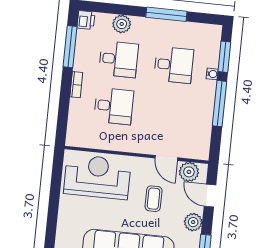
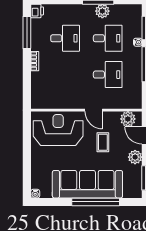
plant: (122, 24) -> (102, 11), moved
desk: (114, 106) -> (108, 75), moved
door: (166, 158) -> (94, 110), moved

